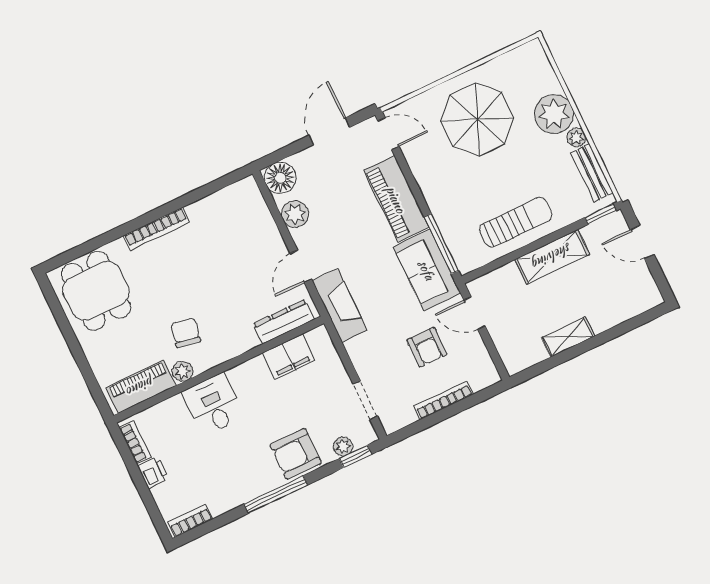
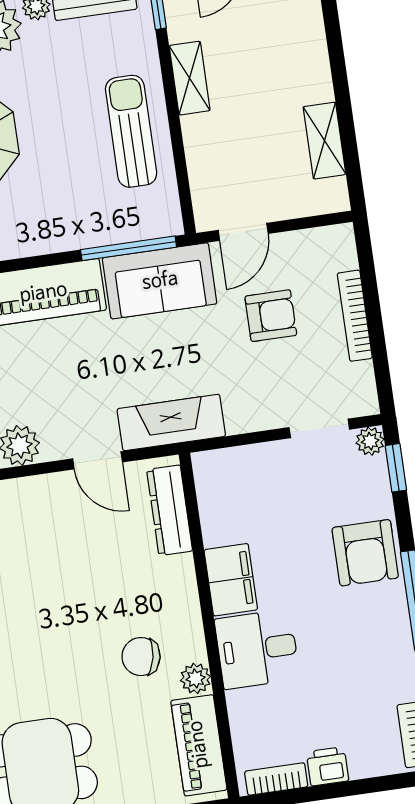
shelving: (552, 257) -> (190, 78), width x0.67, depth x0.75
shelving: (568, 337) -> (324, 141), moved
filing cabinet: (289, 357) -> (231, 580), moved
plant: (343, 446) -> (370, 441), moved

